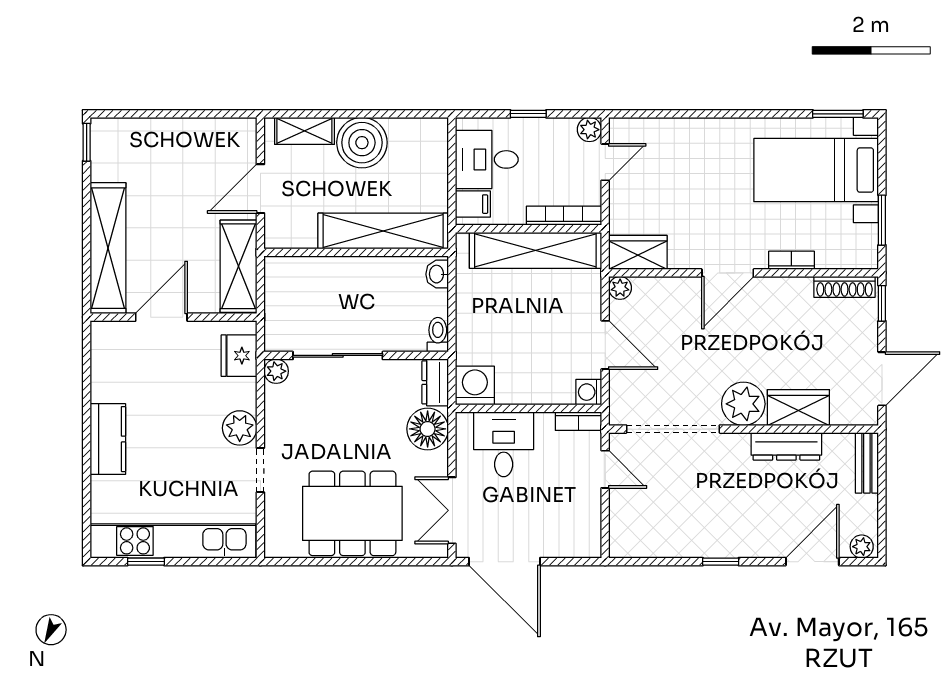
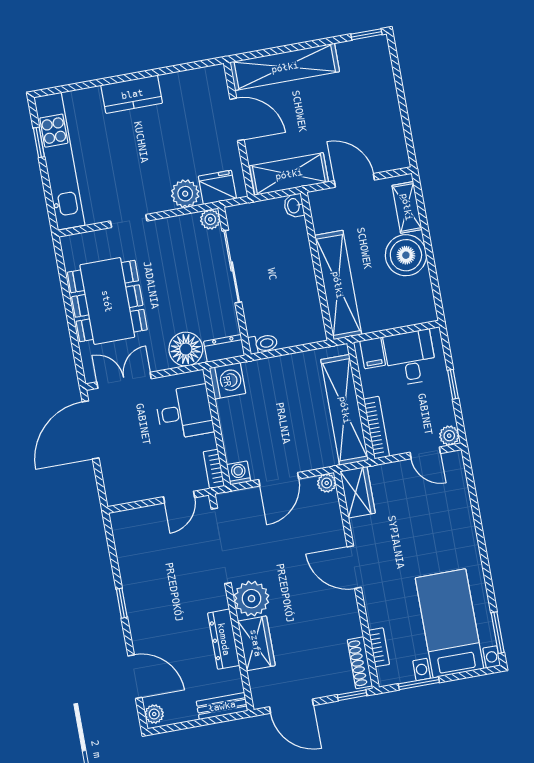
bookcase: (791, 260) -> (379, 647), moved
washbasin: (437, 274) -> (294, 206), moved, turned -90
plant: (240, 428) -> (185, 194), moved

